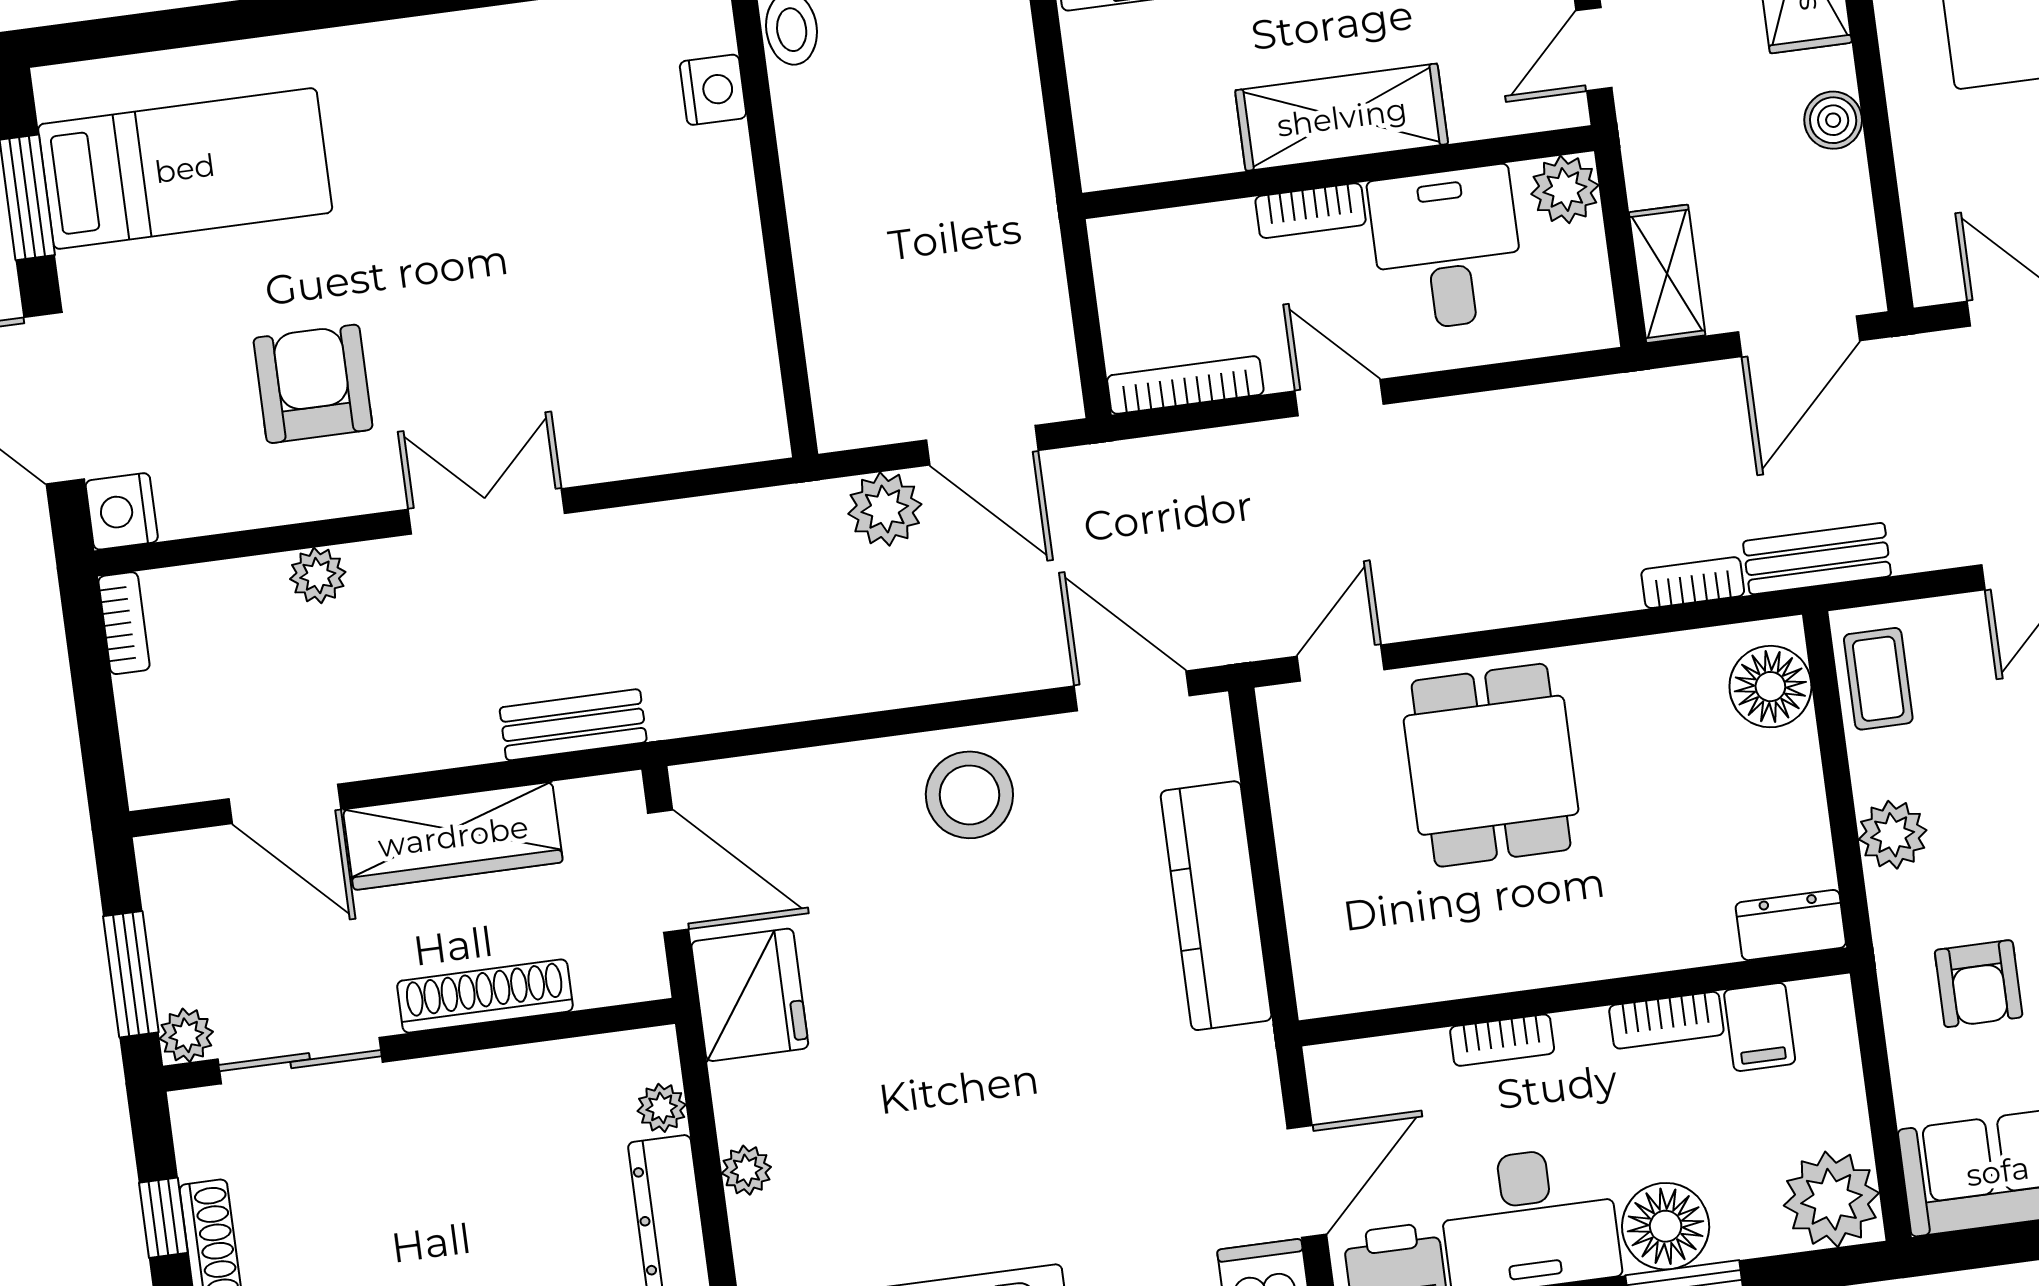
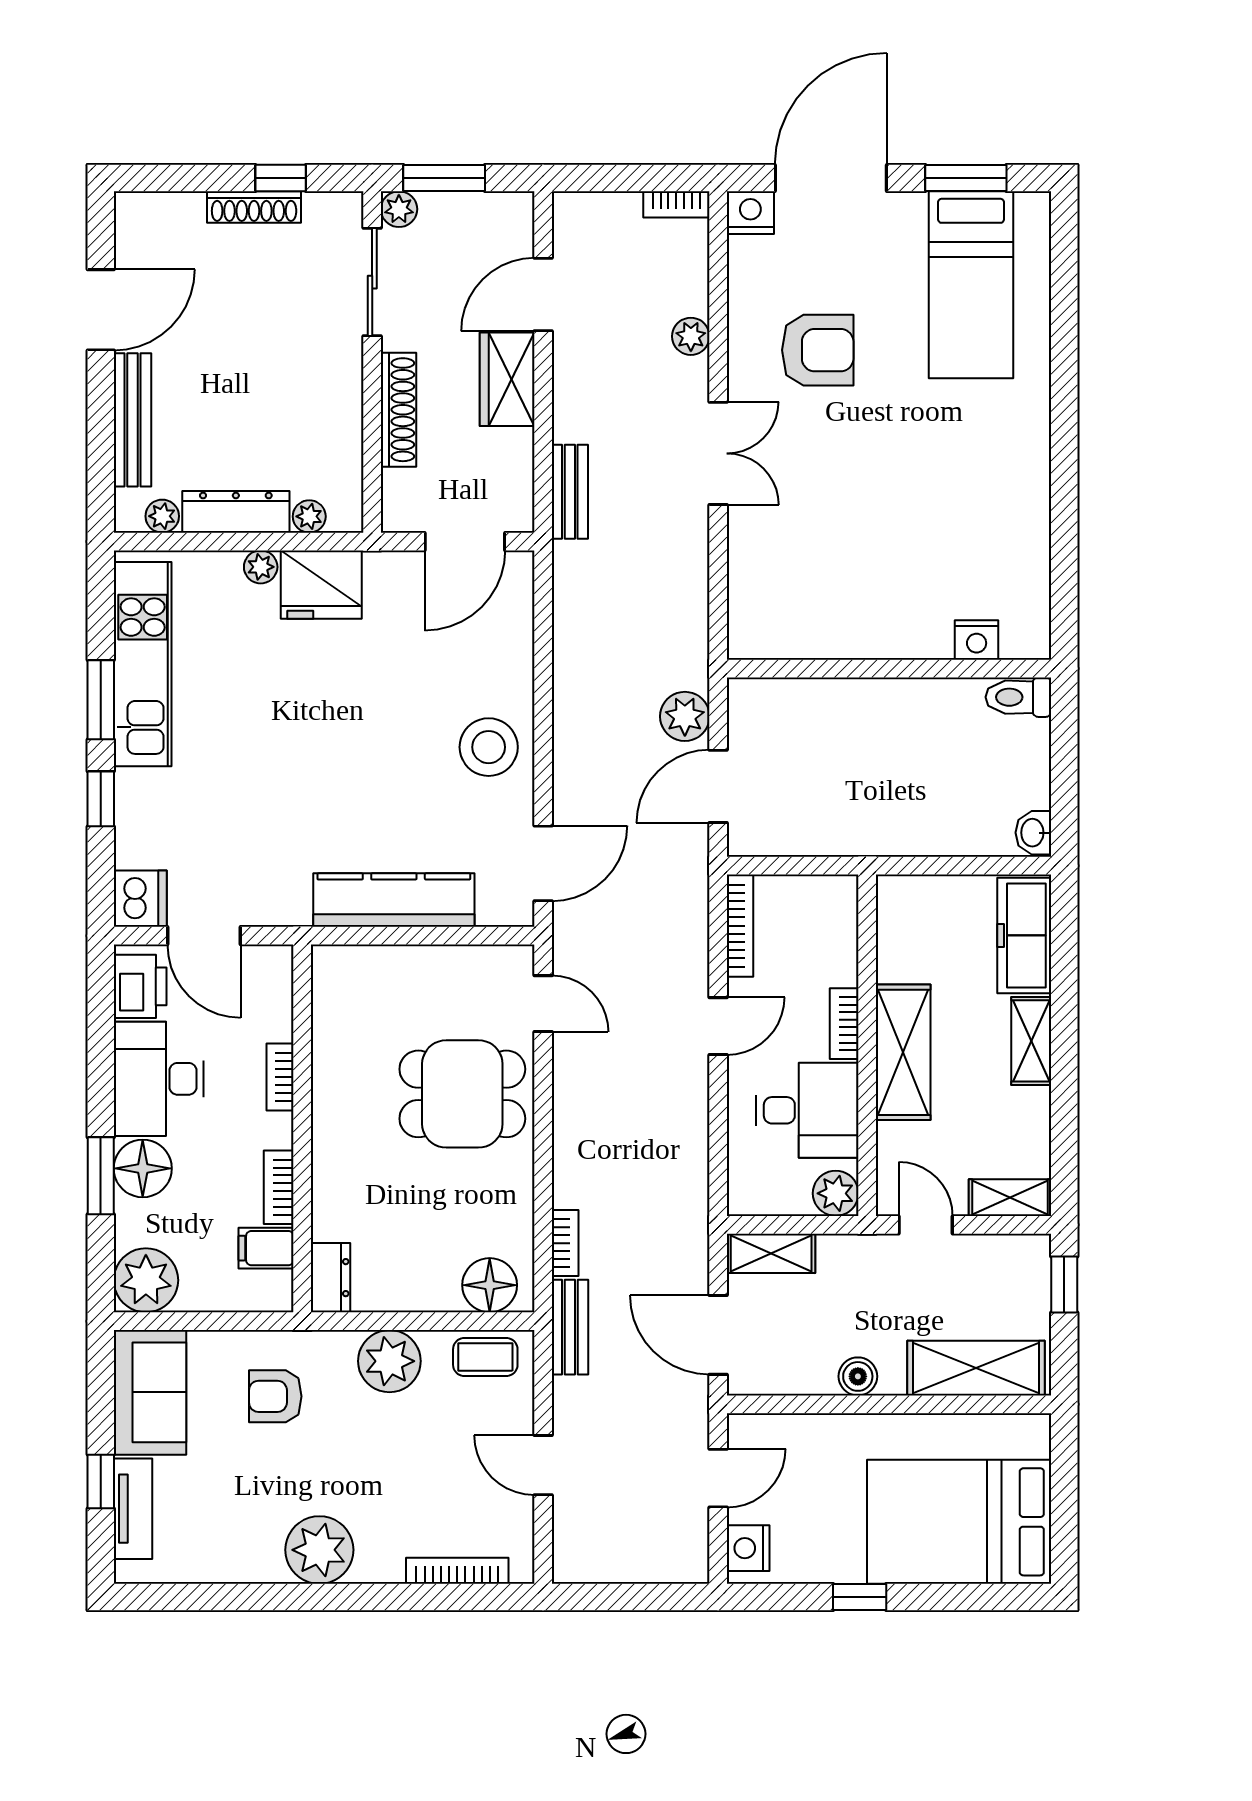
plant: (1893, 835) -> (389, 1361), width x1.36, depth x1.36
wardrobe: (453, 836) -> (507, 379), width x0.67
fridge: (750, 995) -> (321, 585), moved

